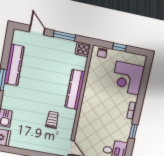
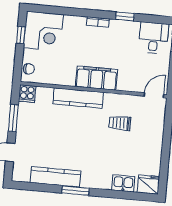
window: (119, 47) -> (21, 35), moved
corner desk: (128, 78) -> (43, 31), moved
filing cabinet: (89, 105) -> (96, 78), added

